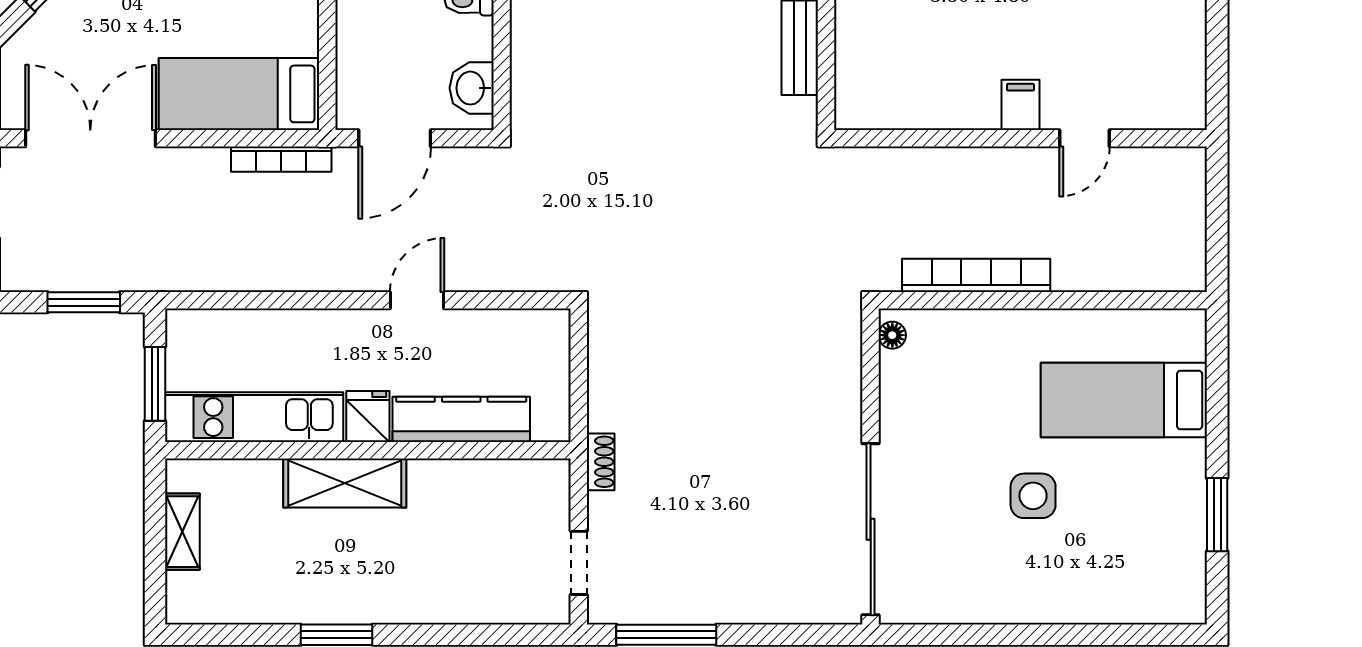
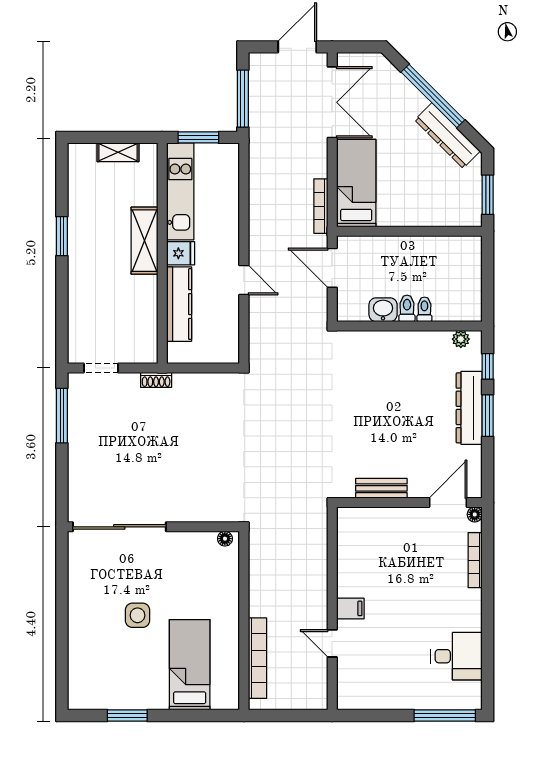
washbasin: (472, 88) -> (383, 310), moved
bookcase: (976, 275) -> (257, 658), moved
window: (84, 302) -> (243, 99), width x1.44

